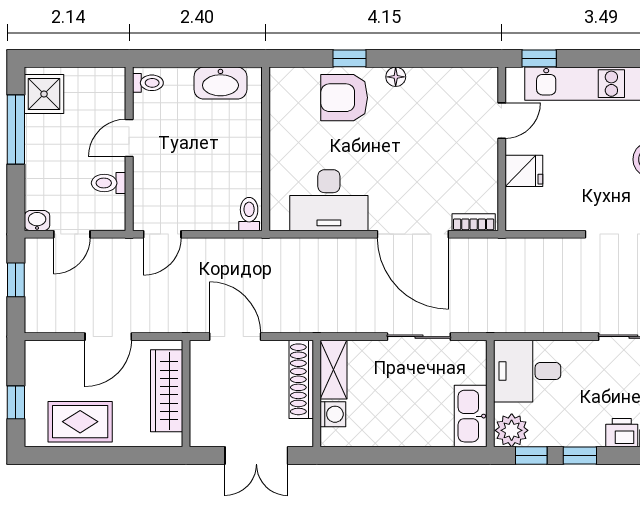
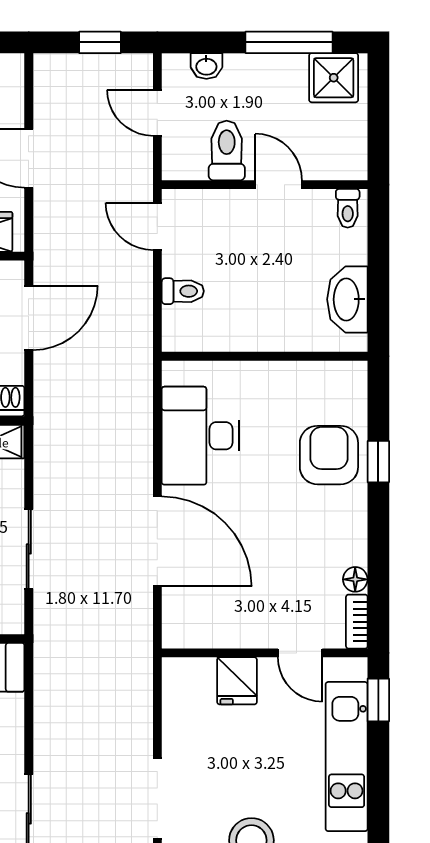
floor lamp: (396, 77) -> (355, 579), moved
toilet: (109, 183) -> (227, 151), width x1.37, depth x1.39
toilet: (249, 214) -> (183, 291), moved
washbasin: (37, 221) -> (206, 66), moved, turned 90
bookcase: (474, 222) -> (357, 622), moved, turned 180
door: (413, 234) -> (157, 541), swing flipped

